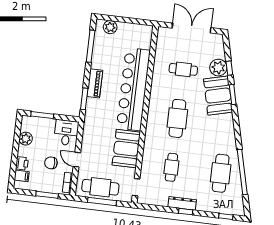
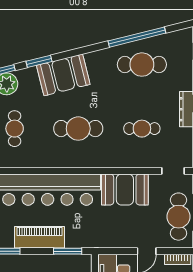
piano: (95, 83) -> (39, 237), width x1.37, depth x1.33
booth: (218, 96) -> (63, 75), moved

